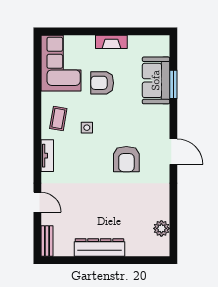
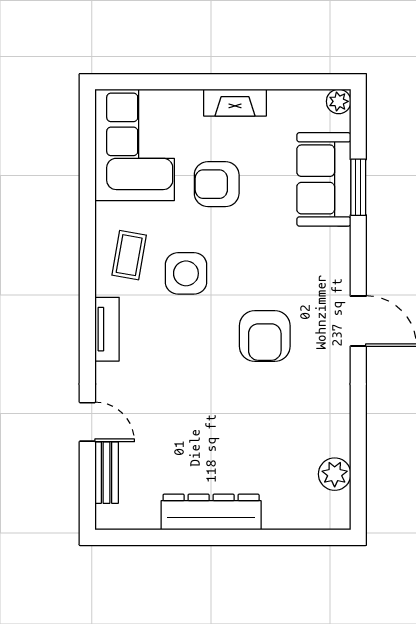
plant: (163, 41) -> (339, 101), added
side table: (87, 128) -> (186, 273), width x1.87, depth x1.87
bench: (47, 241) -> (107, 473), moved

